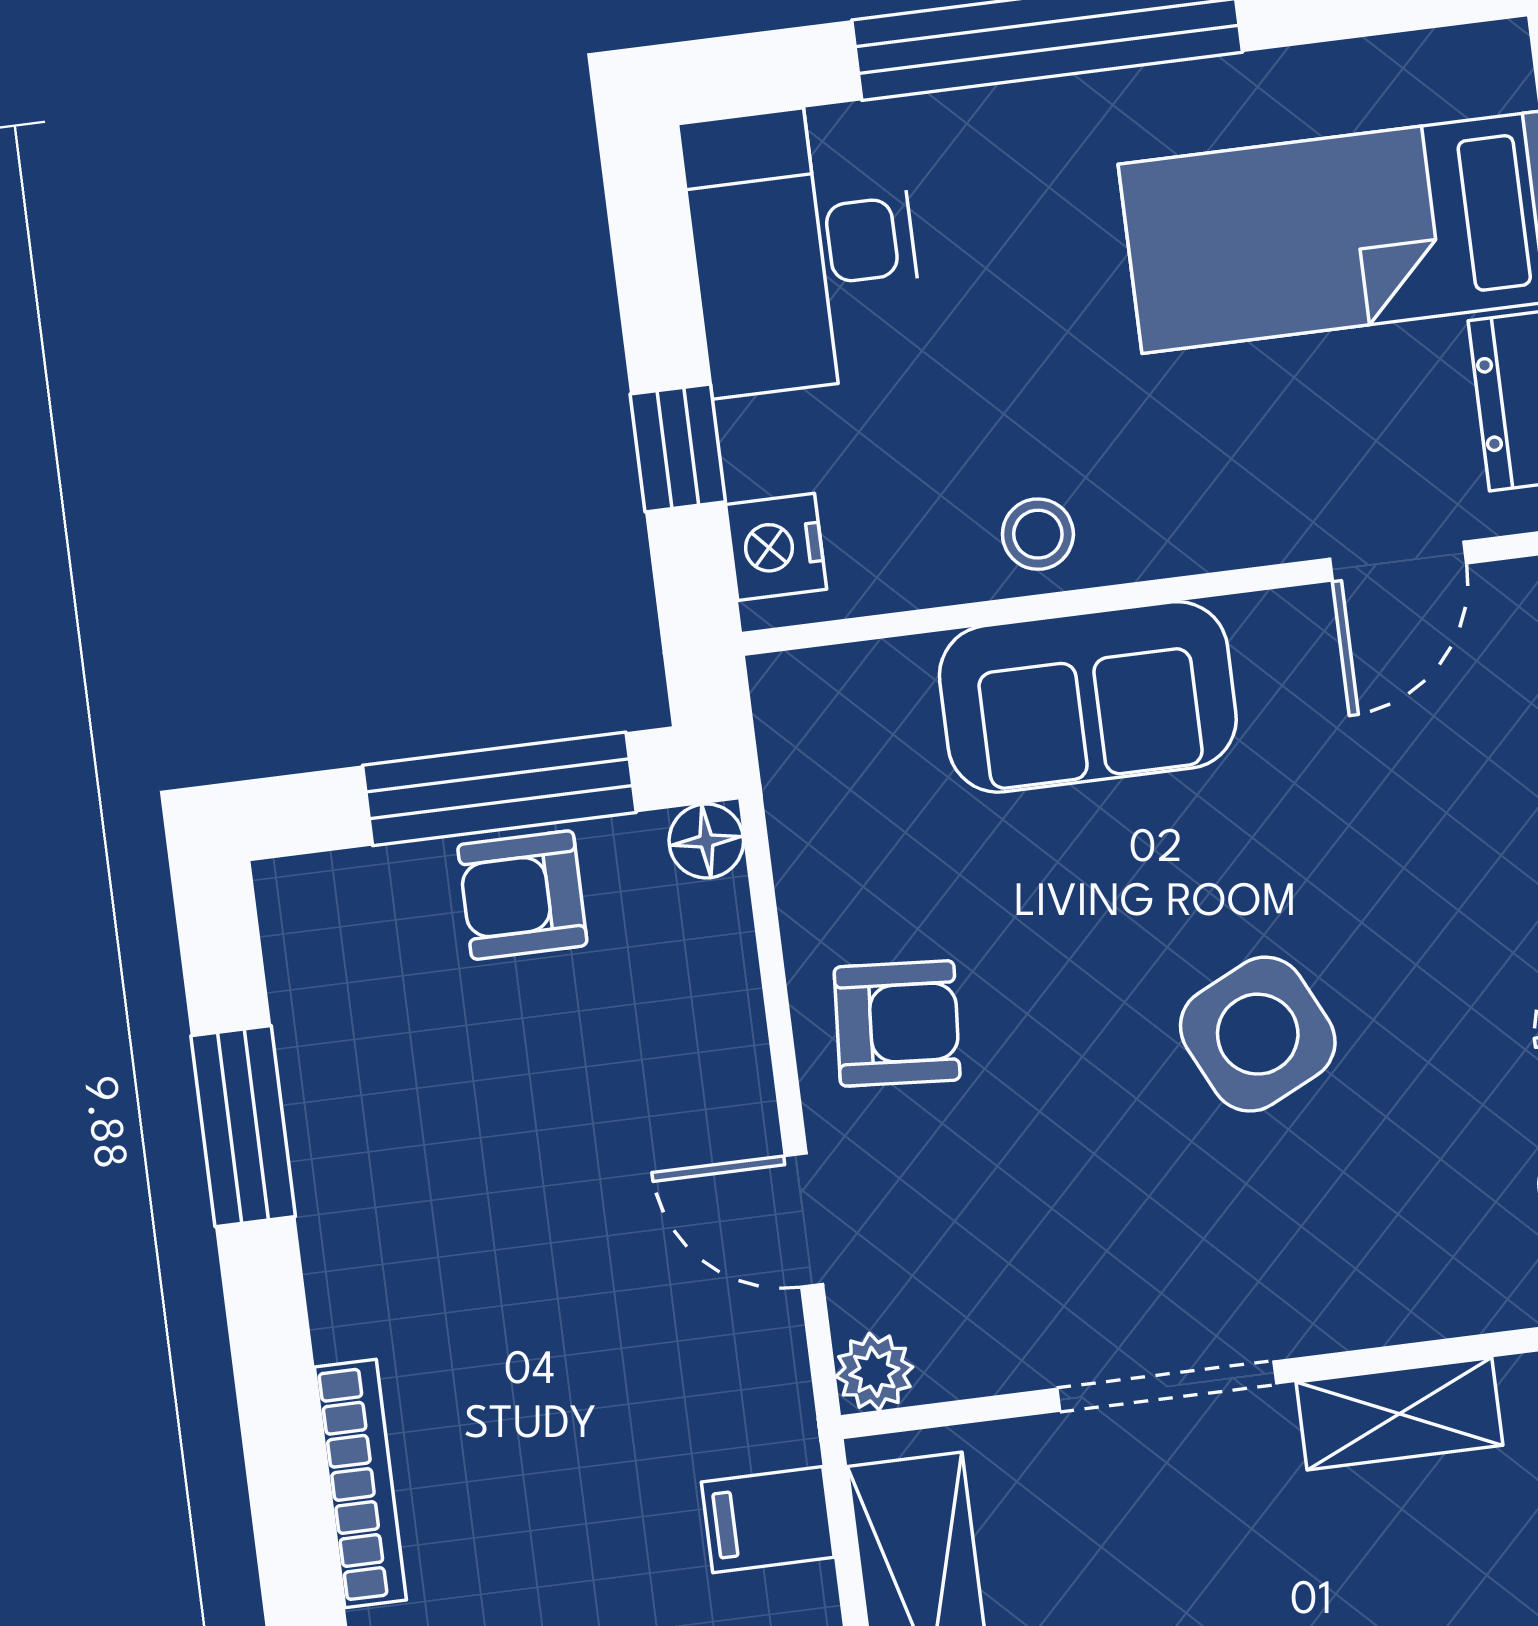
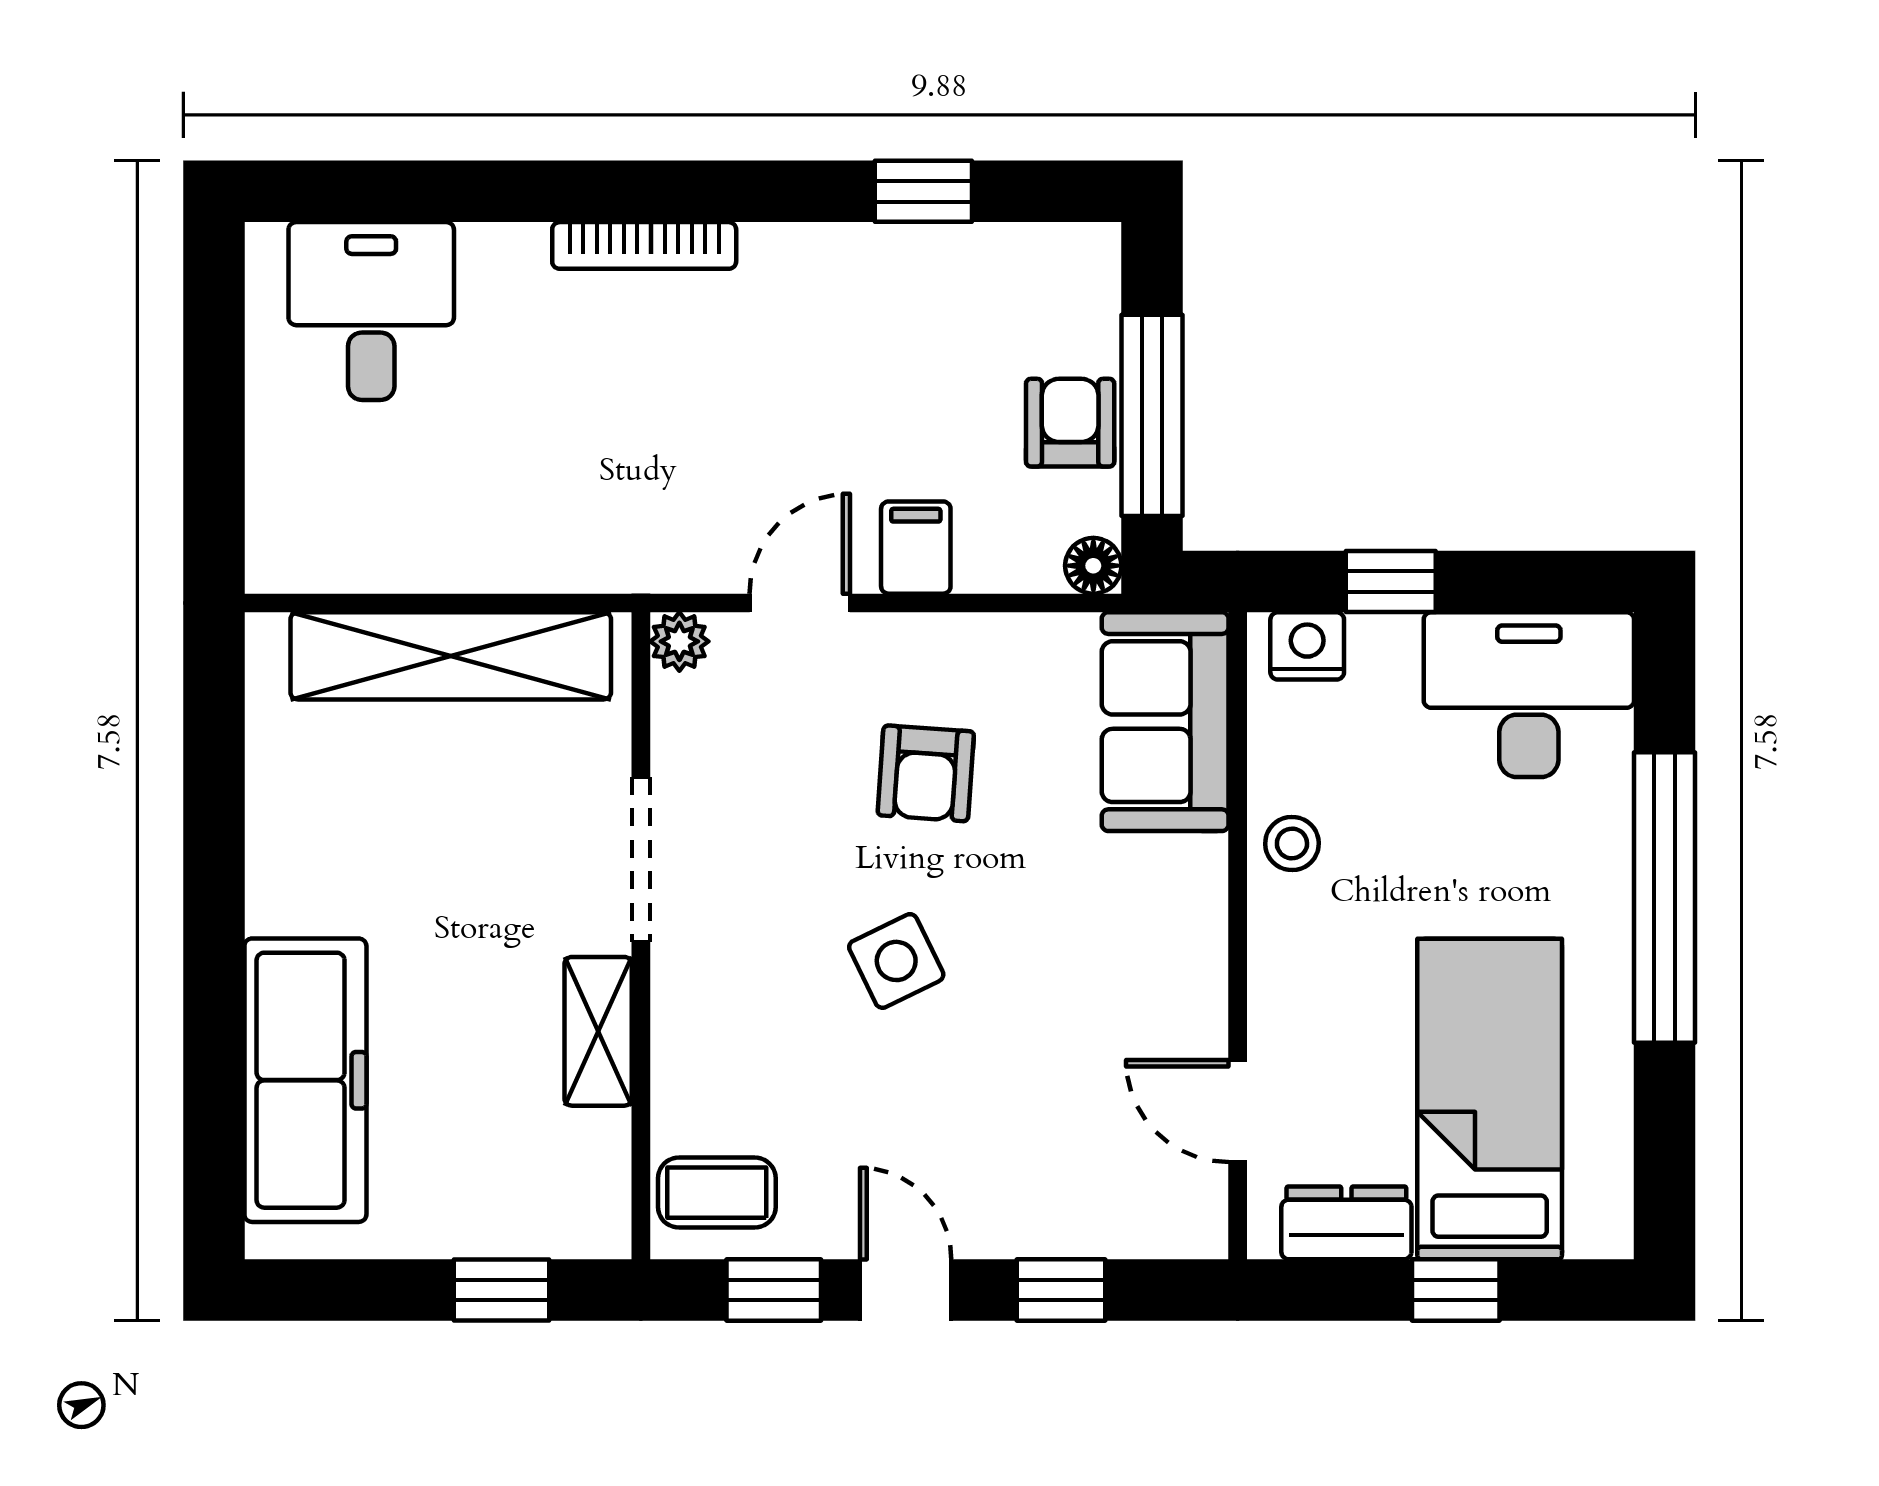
sofa: (1088, 697) -> (1165, 722), moved
armchair: (897, 1023) -> (926, 773), moved
side table: (1258, 1034) -> (896, 961), width x0.73, depth x0.73
window: (243, 1126) -> (923, 191), width x0.67
filing cabinet: (768, 1520) -> (916, 548), moved

